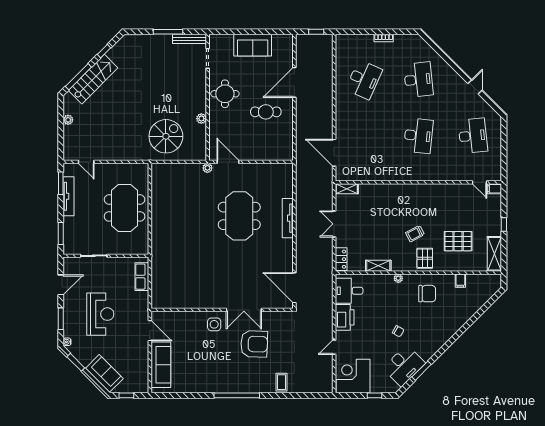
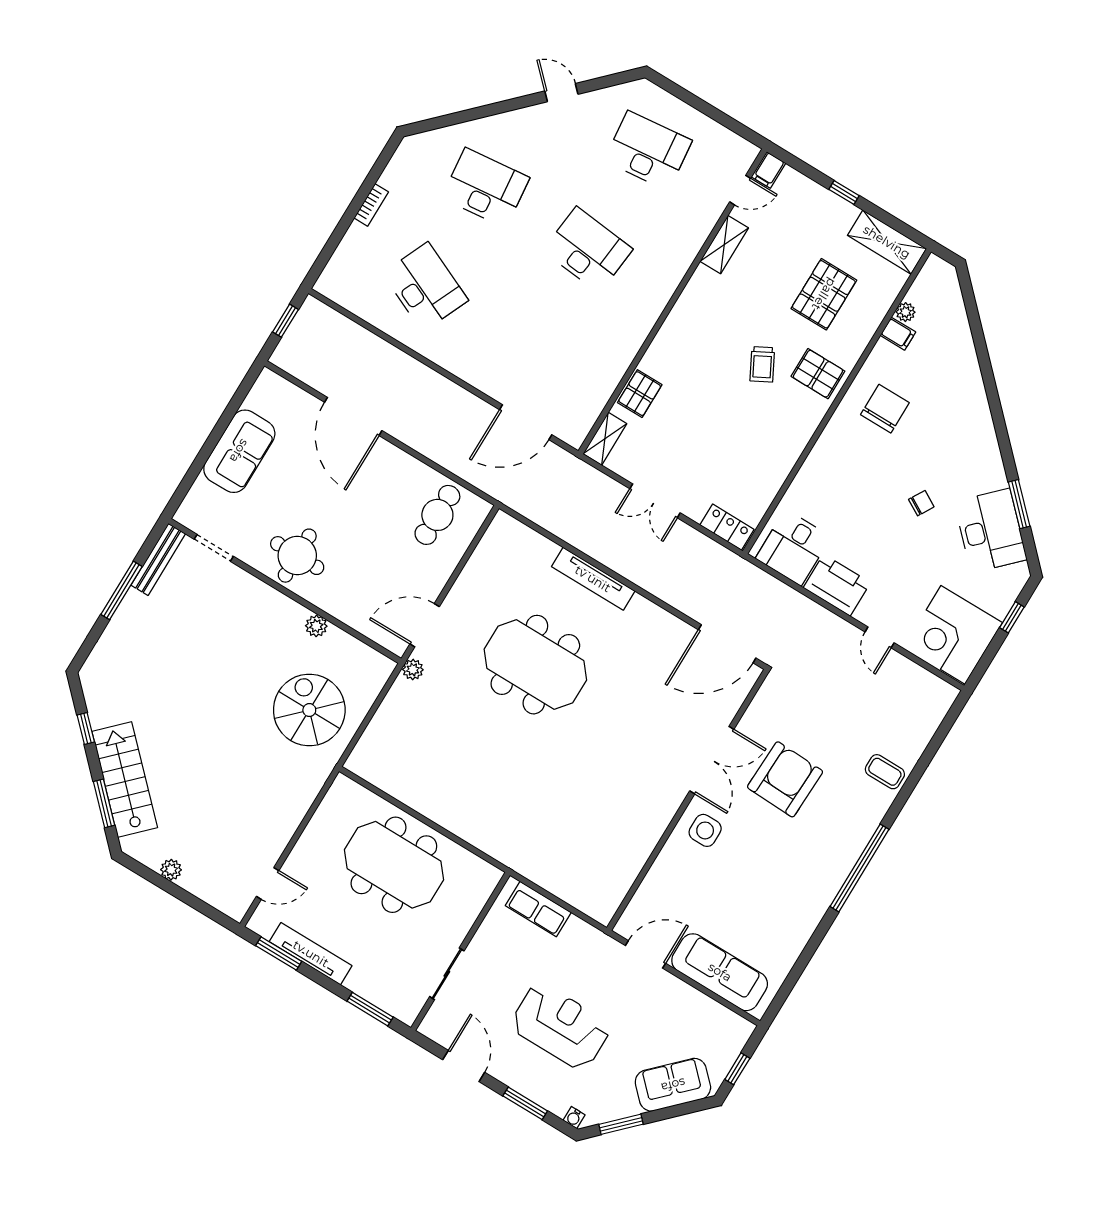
window: (78, 77) -> (104, 803), width x0.69
cafe table: (266, 112) -> (437, 515), moved
pallet: (373, 192) -> (640, 394), added
shelving: (378, 266) -> (724, 245), moved
plant: (398, 278) -> (906, 312), moved

